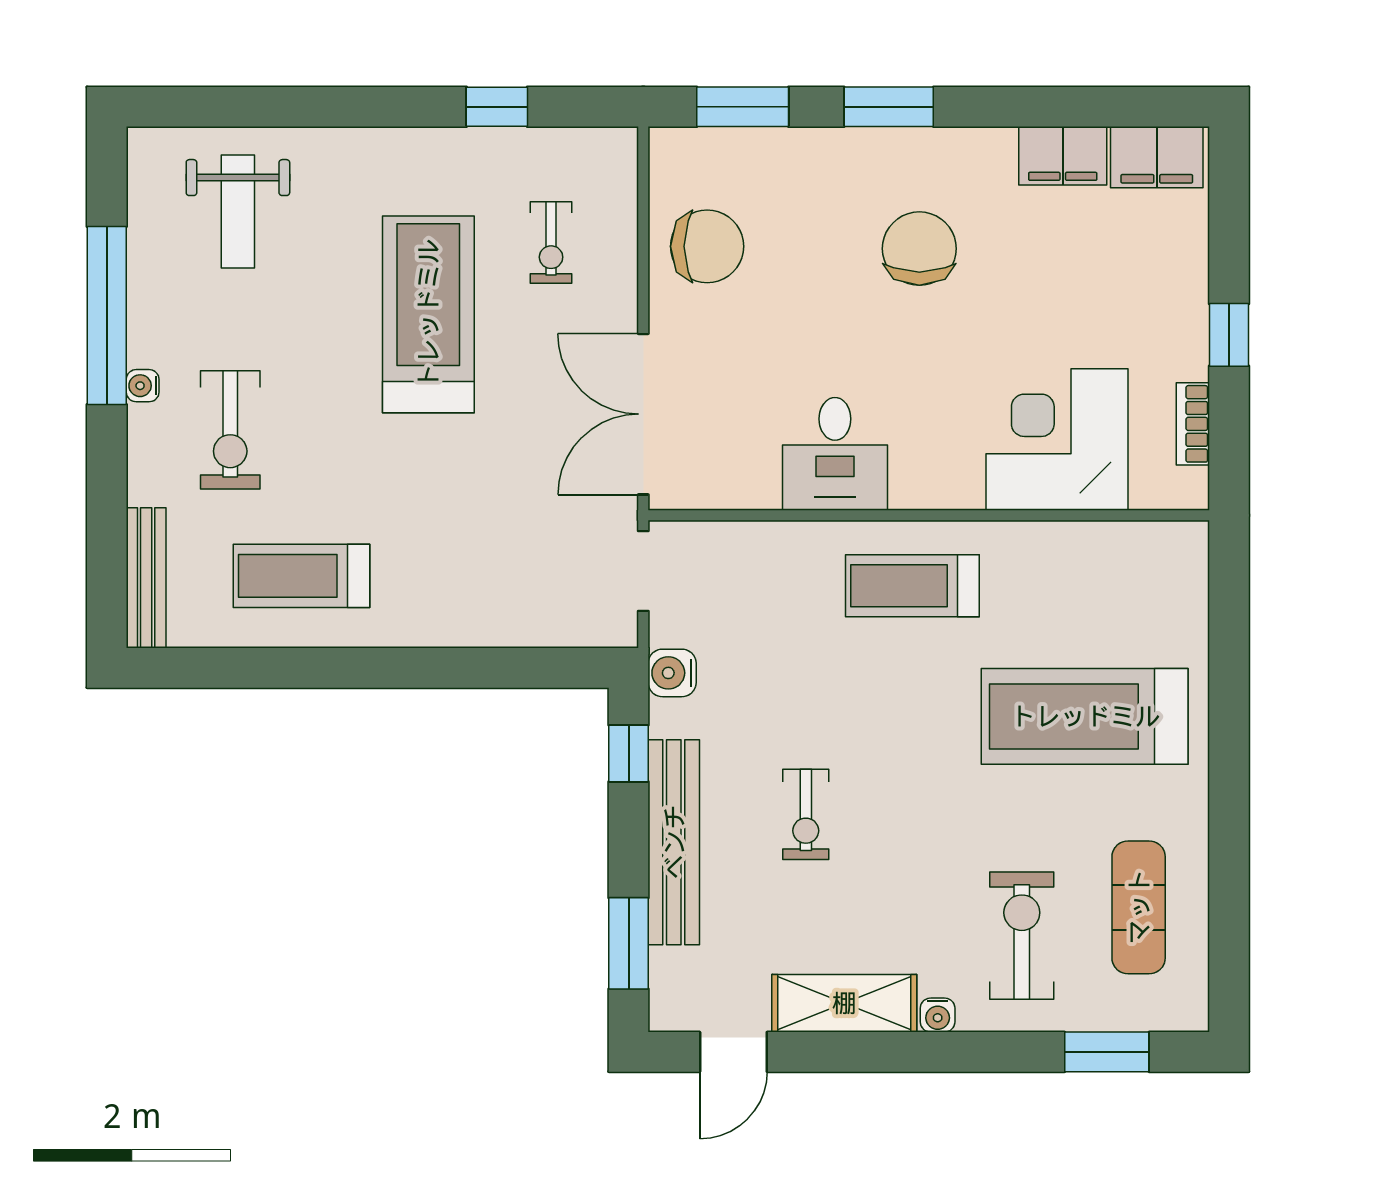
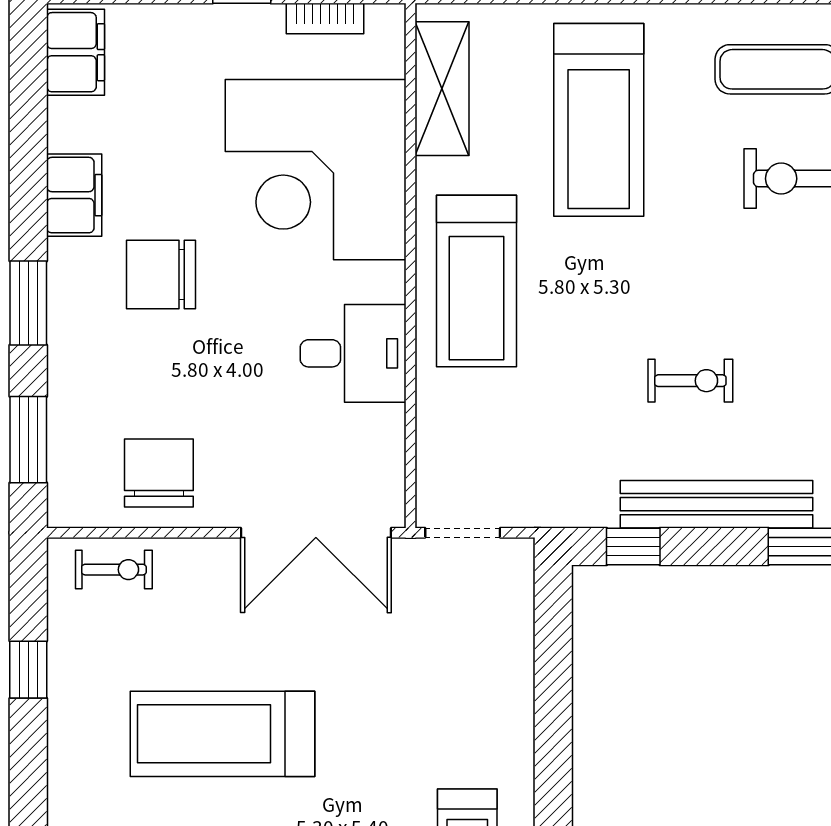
filing cabinet: (1063, 156) -> (74, 195), moved
exercise bike: (551, 242) -> (114, 570), moved
corner desk: (1057, 439) -> (316, 170), width x1.36, depth x1.36
shelving: (1118, 549) -> (442, 89), added
treadmill: (912, 586) -> (476, 281), width x1.37, depth x1.38
water cooler: (672, 673) -> (558, 506), removed

